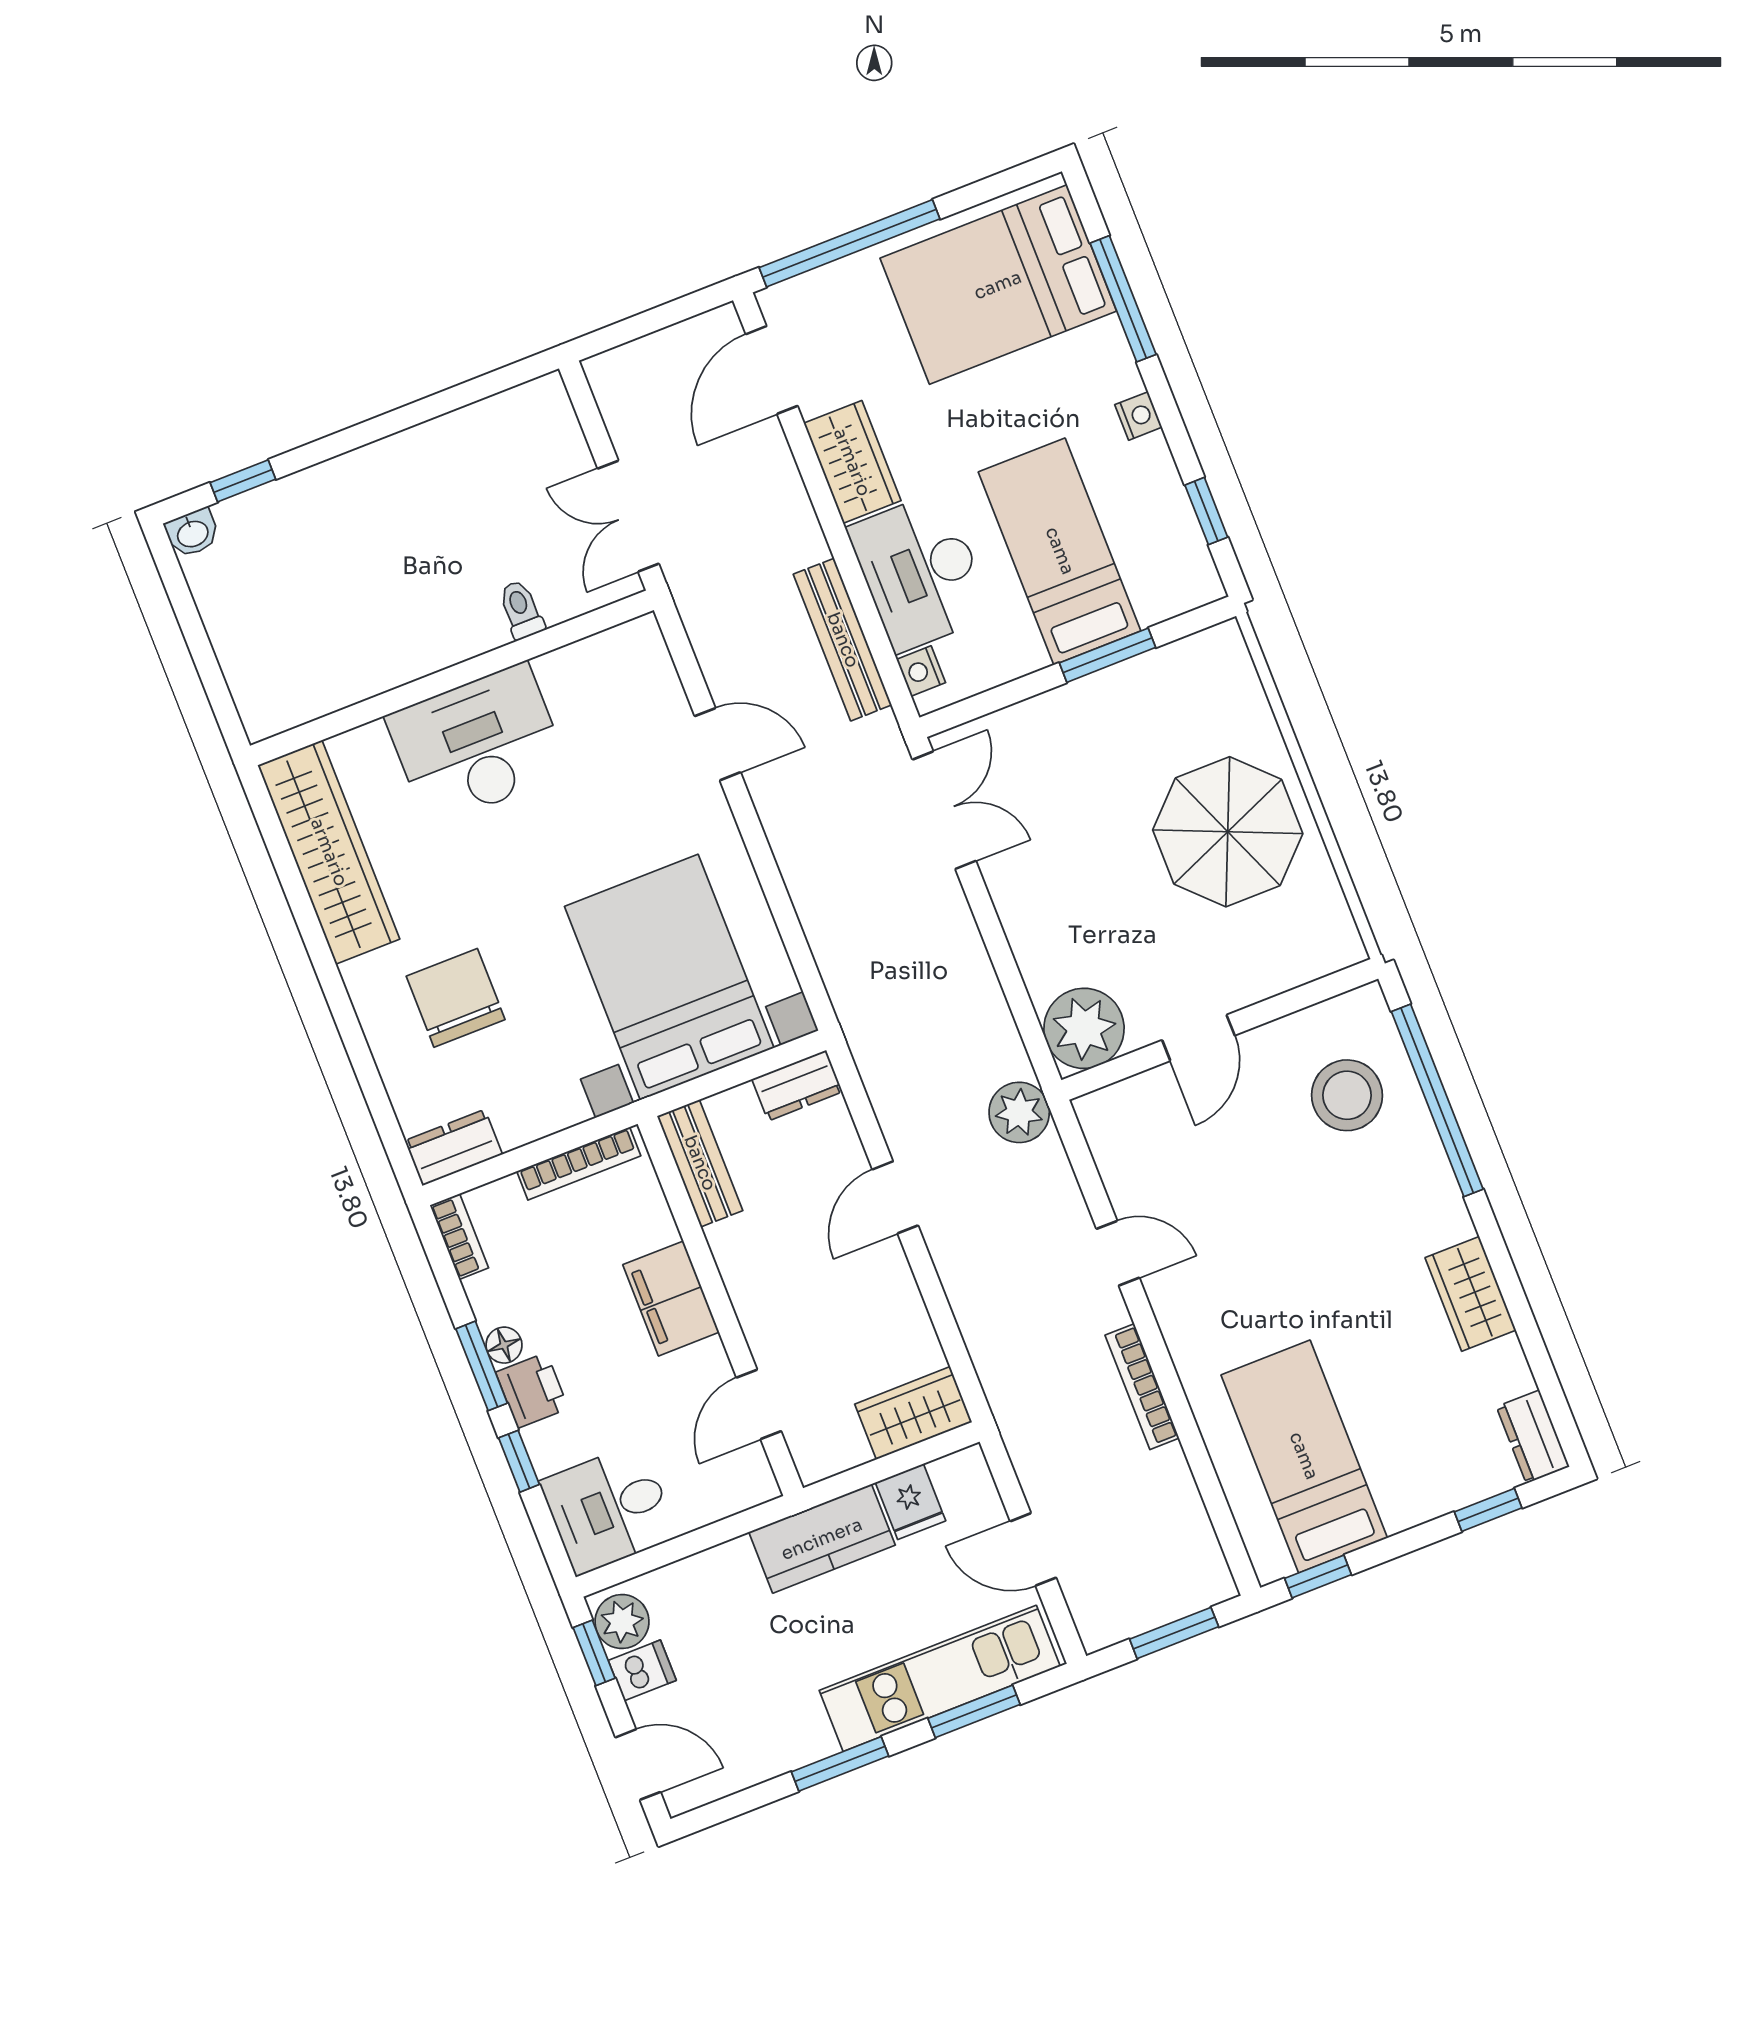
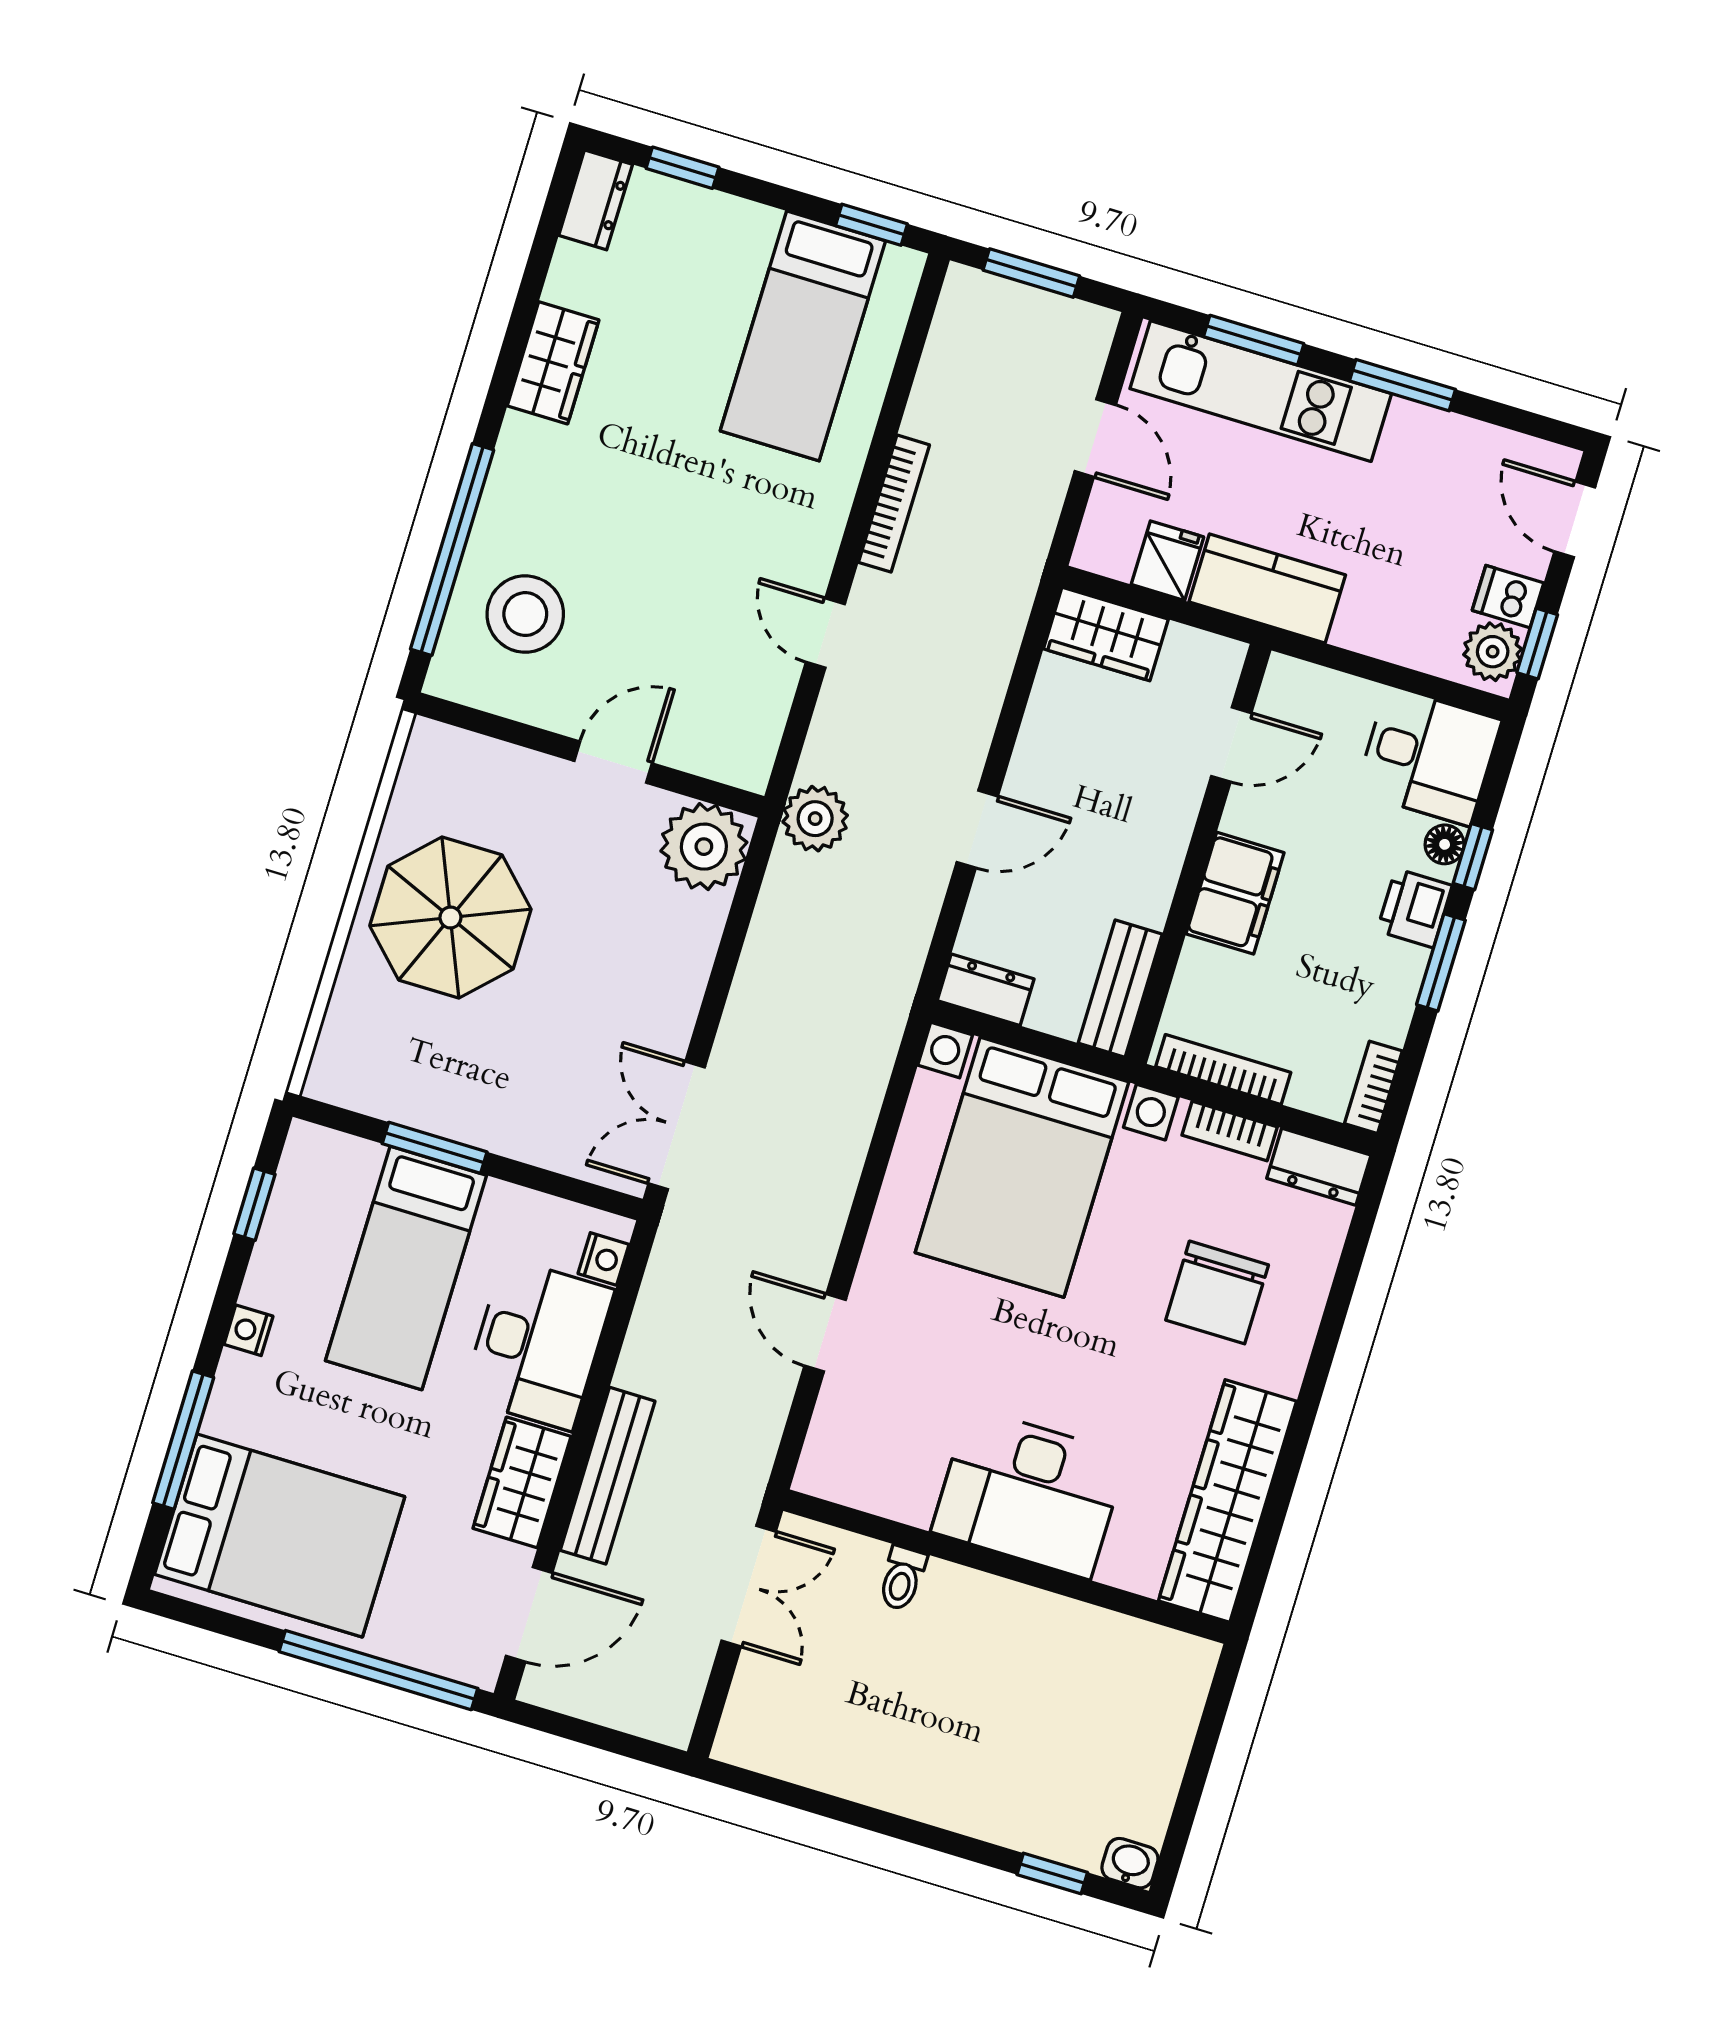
bench: (843, 640) -> (608, 1476), moved
bookcase: (539, 1122) -> (1230, 1131), added
floor lamp: (504, 1345) -> (1445, 844), moved

